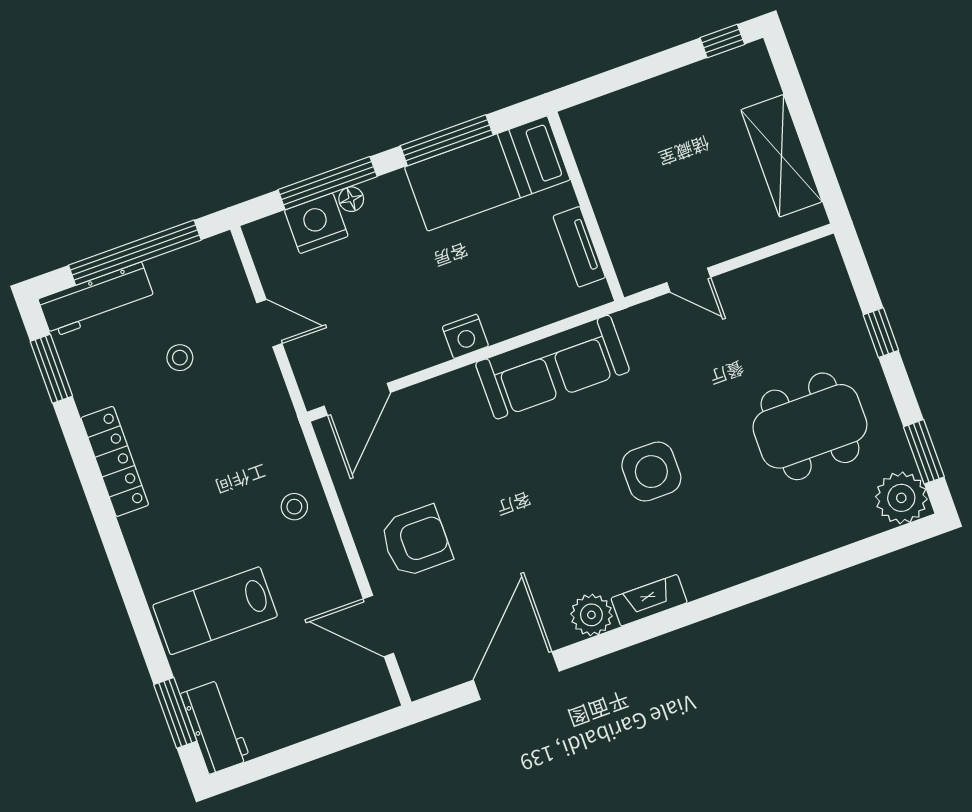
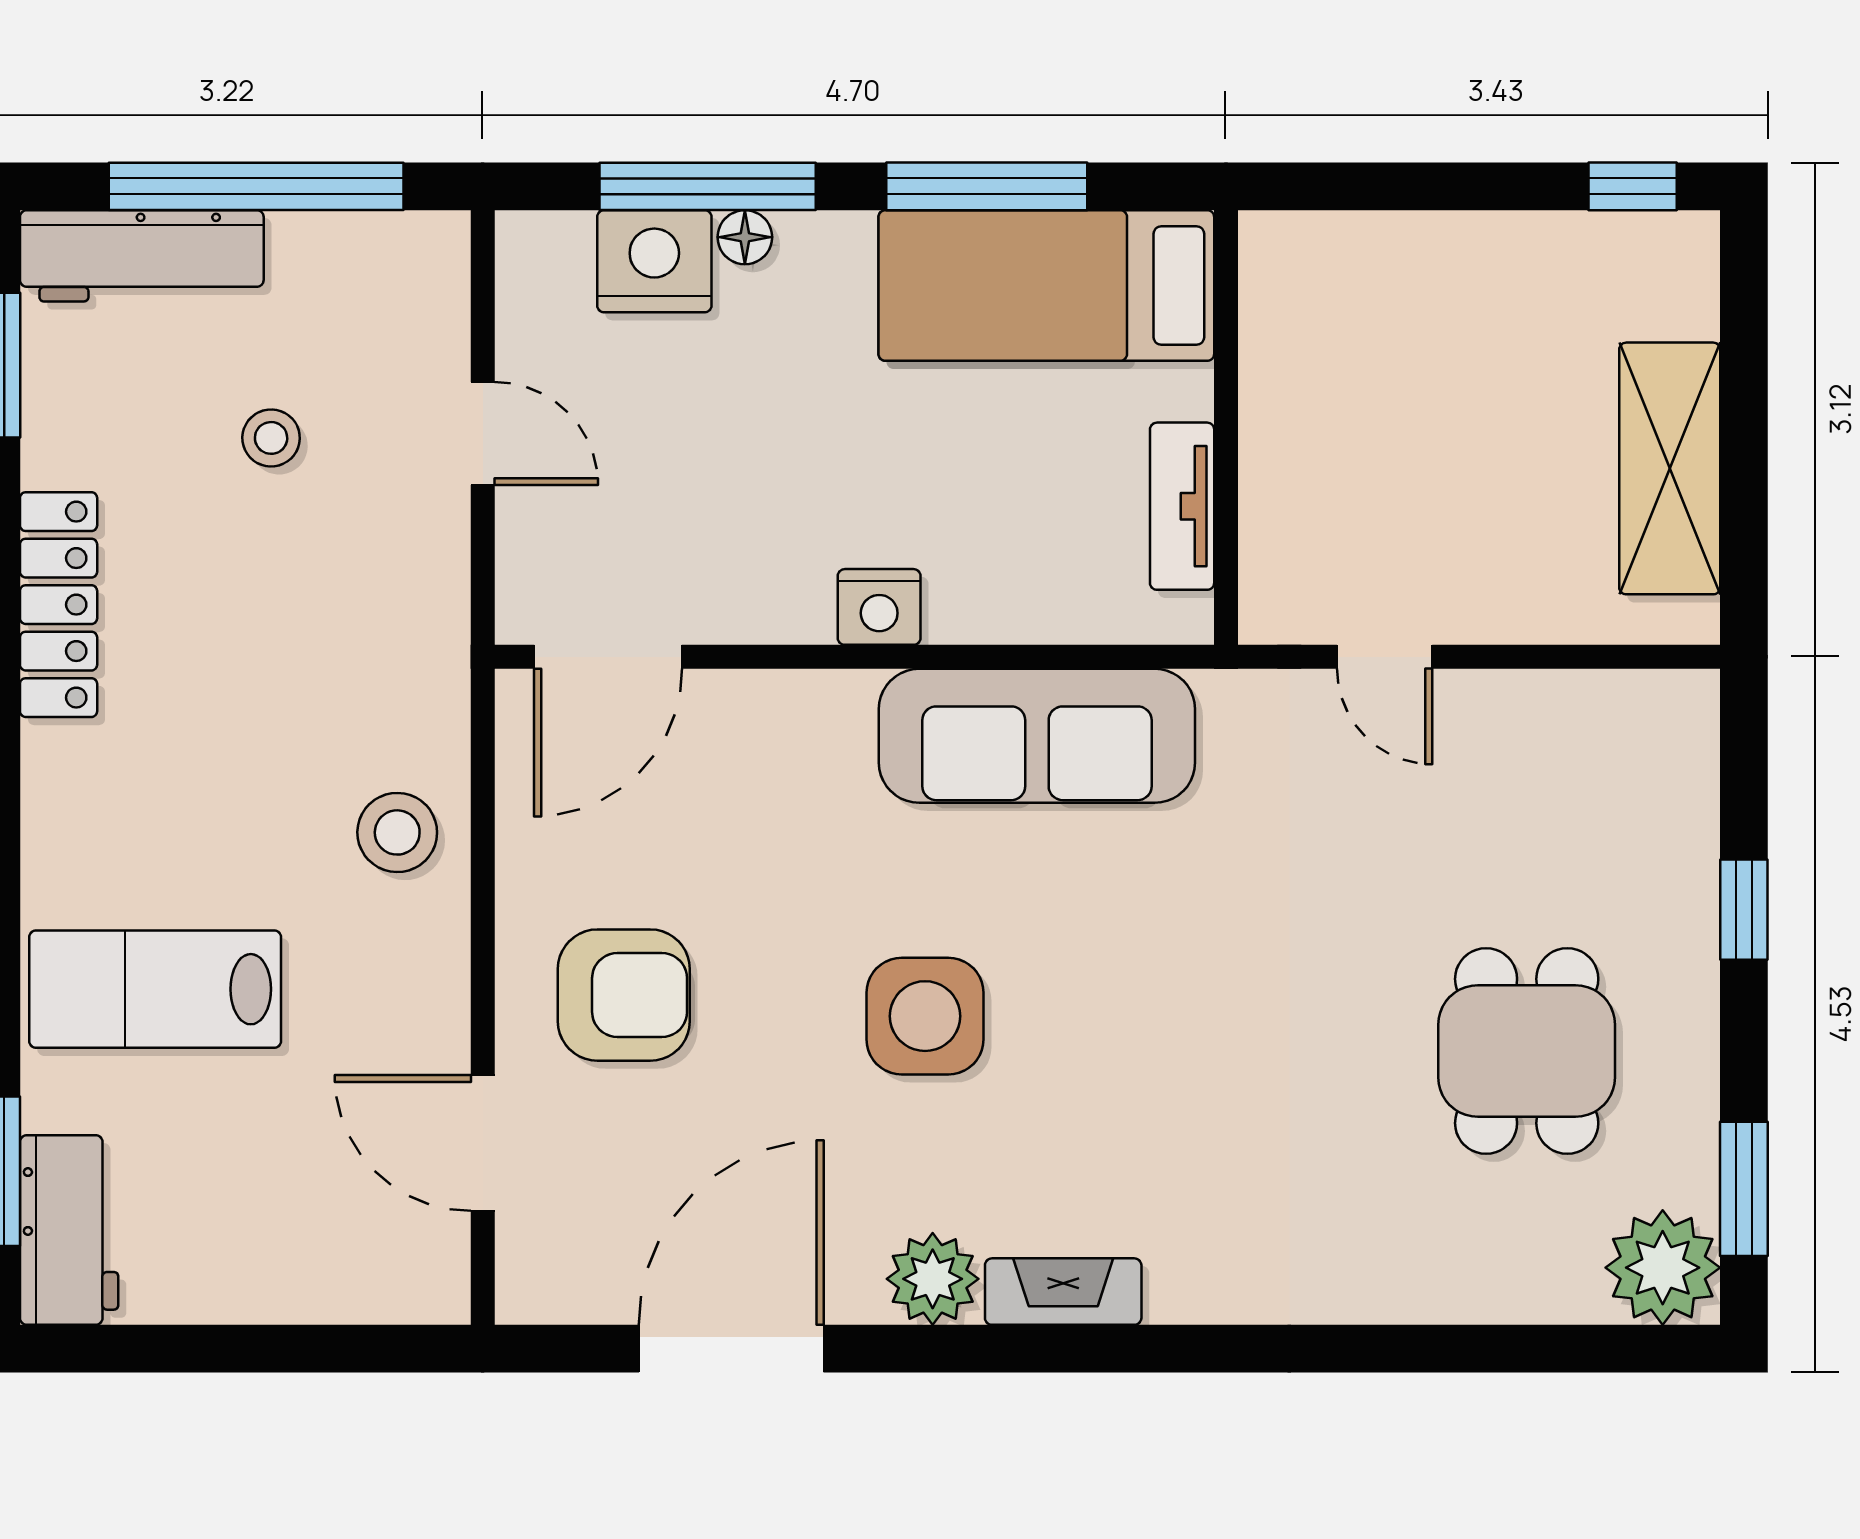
dining table: (810, 426) -> (1527, 1051), width x0.73
side table: (651, 472) -> (925, 1016), moved
stool: (294, 507) -> (397, 832), width x1.37, depth x1.37

